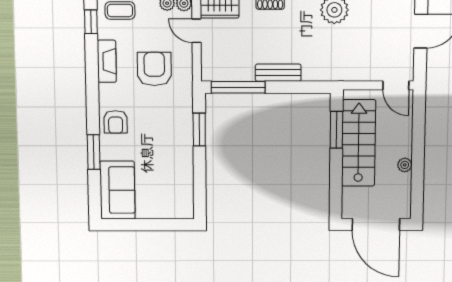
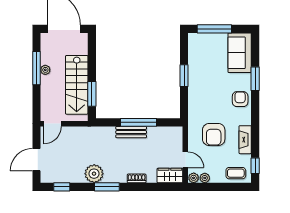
door: (396, 85) -> (52, 124), swing flipped
window: (238, 87) -> (138, 122), moved
window: (199, 130) -> (184, 76), moved
window: (418, 167) -> (36, 68), added
window: (155, 225) -> (214, 29), added

